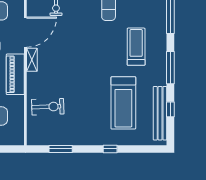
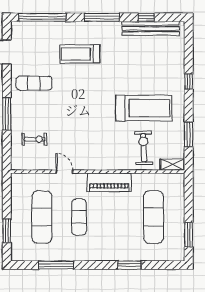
door: (25, 32) -> (64, 172), width x0.53
shelving: (32, 60) -> (172, 165), moved
treadmill: (123, 103) -> (144, 108), moved

